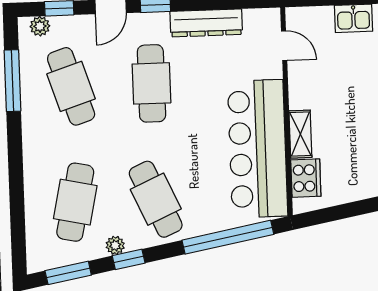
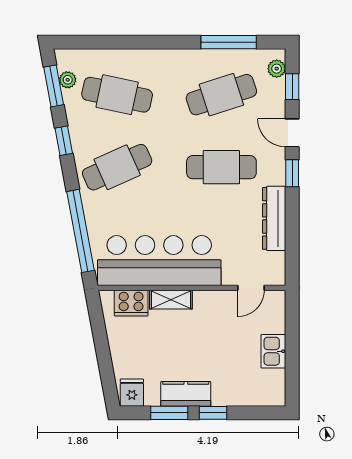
plant: (115, 245) -> (68, 80), moved

